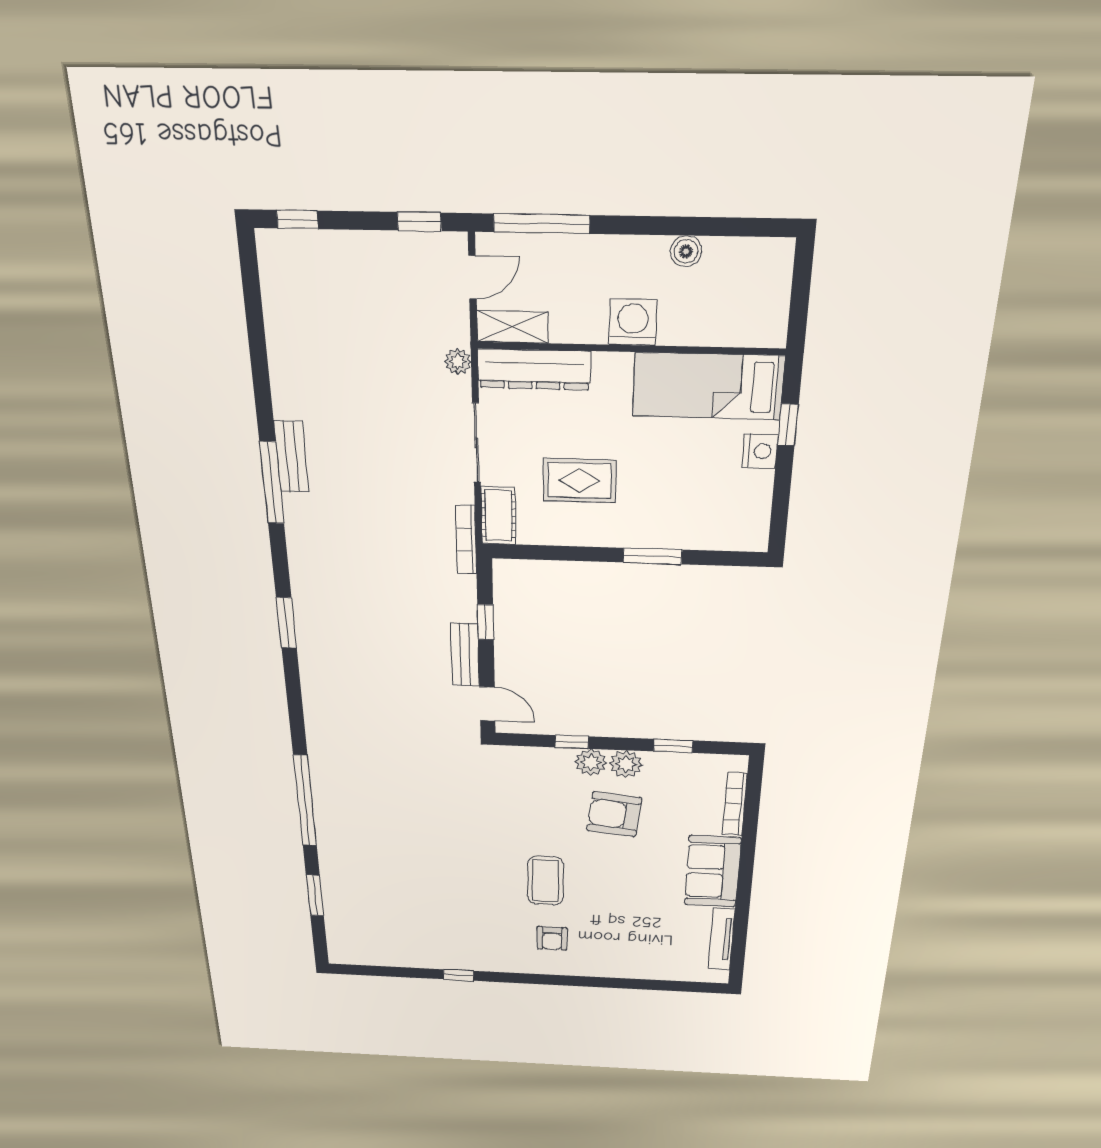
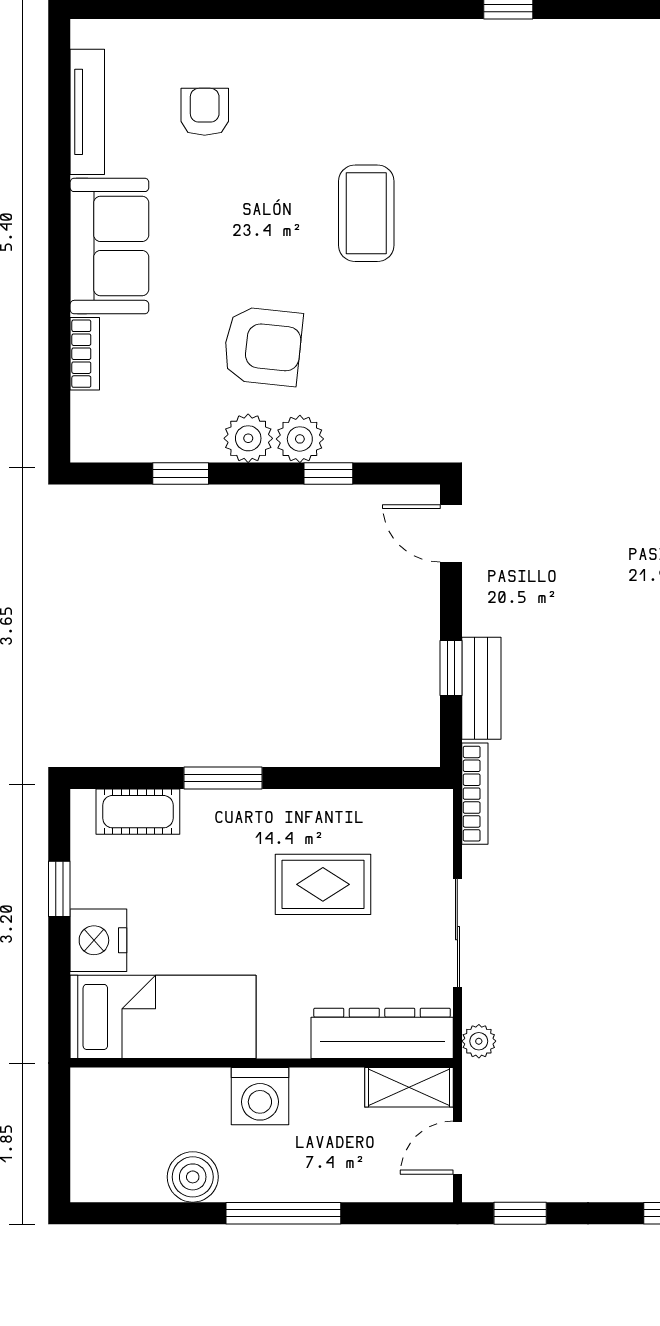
window: (542, 224) -> (283, 1213), moved
boiler: (686, 251) -> (193, 1177), width x1.36, depth x1.36
window: (788, 425) -> (59, 889), moved
nightstand: (760, 451) -> (98, 940), width x1.36, depth x1.33
cot: (498, 516) -> (138, 812), moved, turned 90
bench: (465, 655) -> (481, 688), moved
bookcase: (735, 804) -> (85, 354), width x0.64
armchair: (552, 938) -> (205, 112), moved

